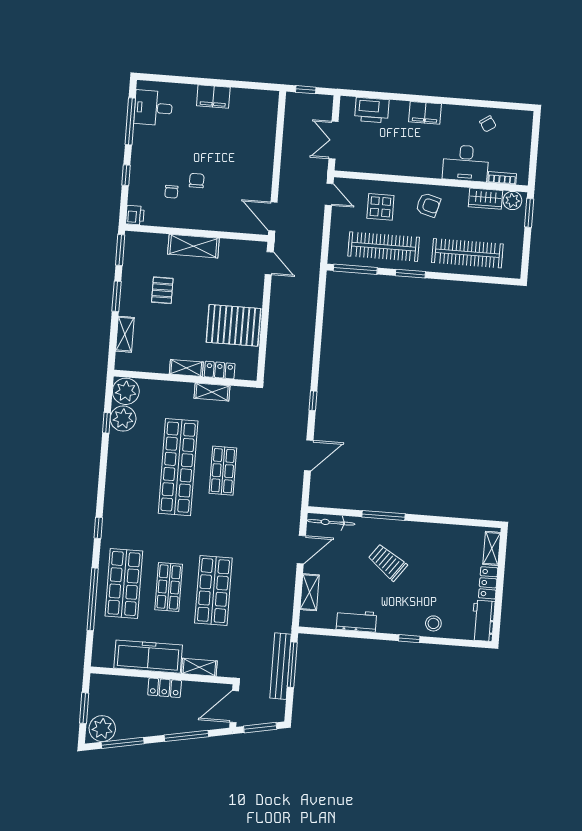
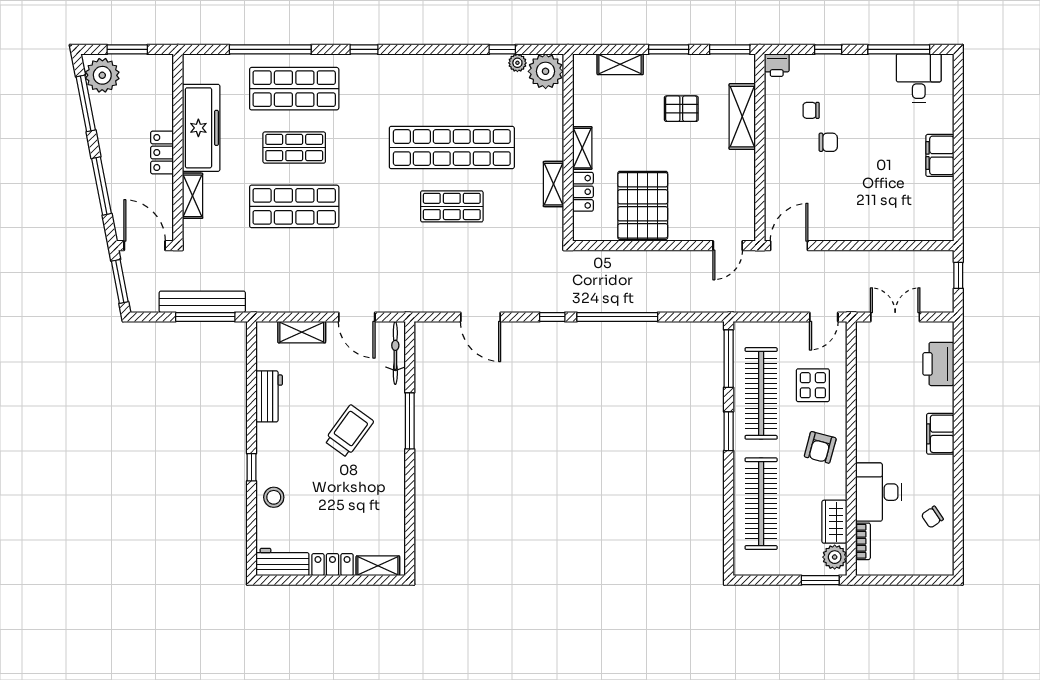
shelving: (193, 246) -> (742, 117), moved
window: (317, 351) -> (617, 317), added
plant: (123, 419) -> (517, 63), width x0.53, depth x0.53

